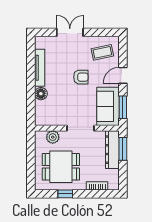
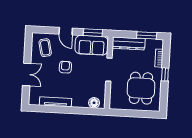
double door: (70, 32) -> (27, 74), swing flipped
floor lamp: (41, 94) -> (94, 103), moved
plant: (53, 137) -> (115, 94), removed
window: (123, 149) -> (147, 35), moved
window: (65, 194) -> (165, 74), moved

